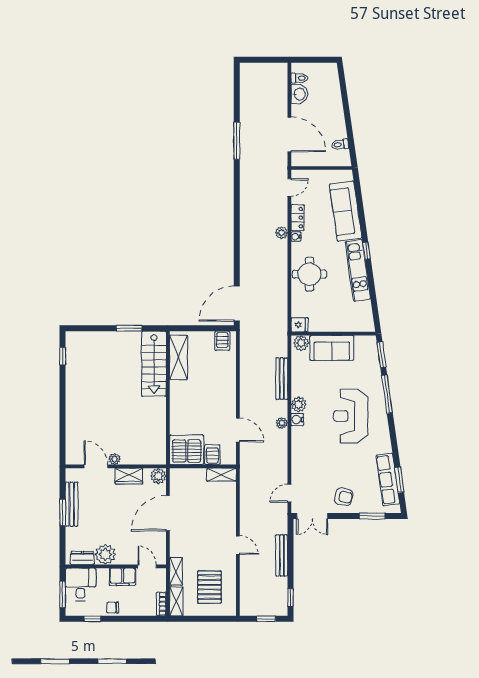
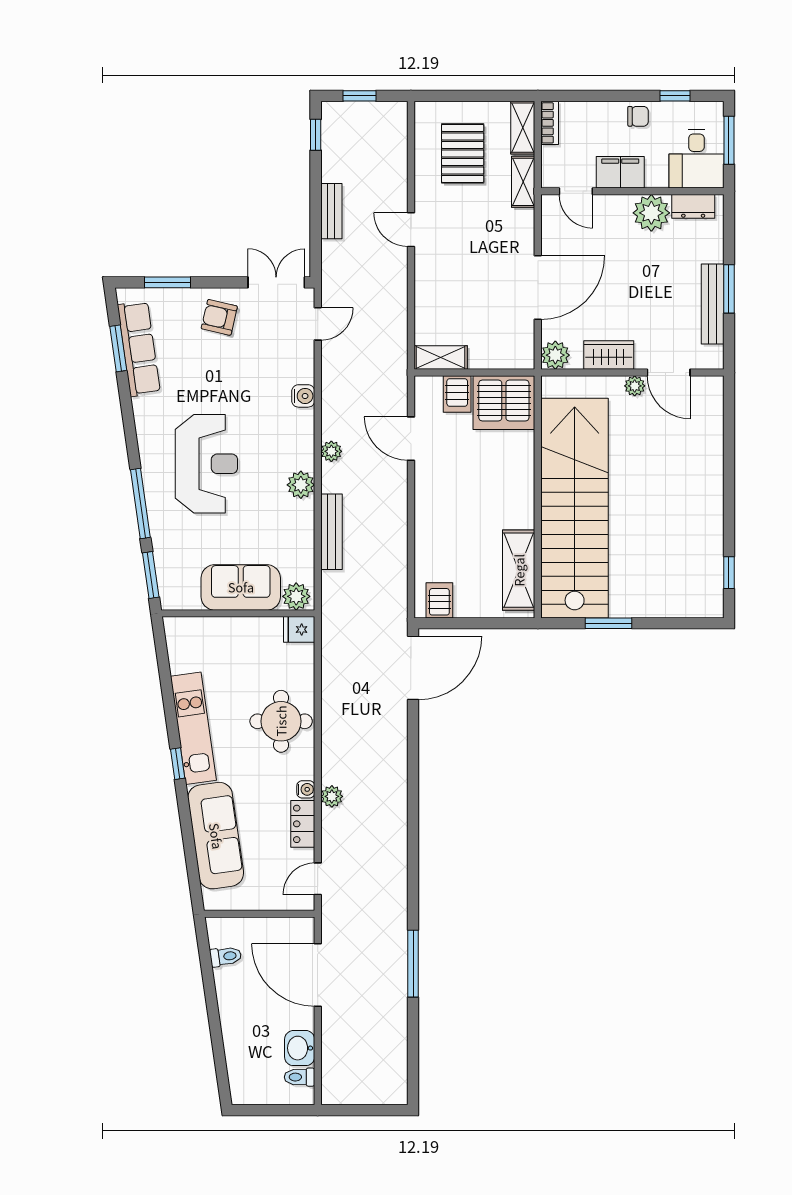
stairs: (154, 364) -> (575, 508), width x1.86, depth x1.51
water cooler: (297, 420) -> (303, 396), moved
bench: (282, 555) -> (331, 211), width x0.73

